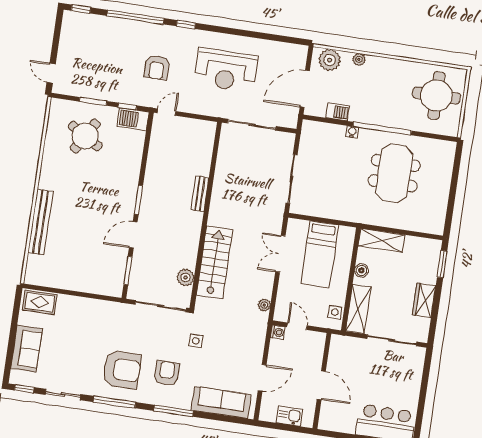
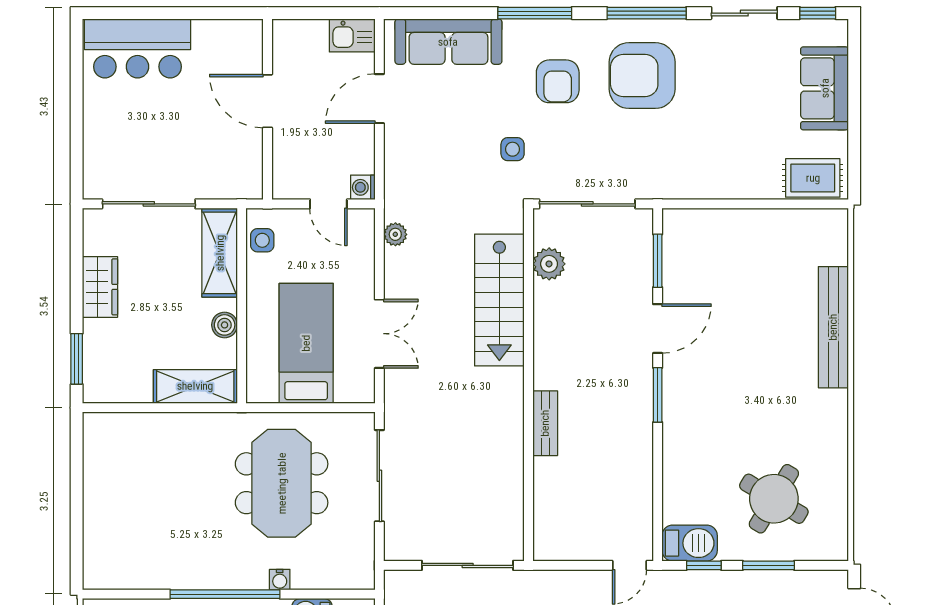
meeting table: (394, 173) -> (282, 483), moved
kitchen sink: (289, 416) -> (352, 35), moved

